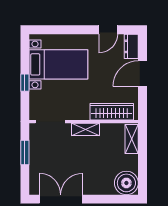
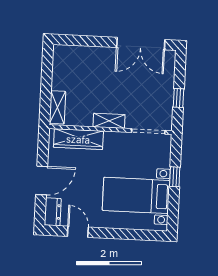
door: (108, 30) -> (78, 232), hinge flipped
window: (25, 153) -> (179, 98), width x0.67
boiler: (126, 183) -> (66, 58), removed

